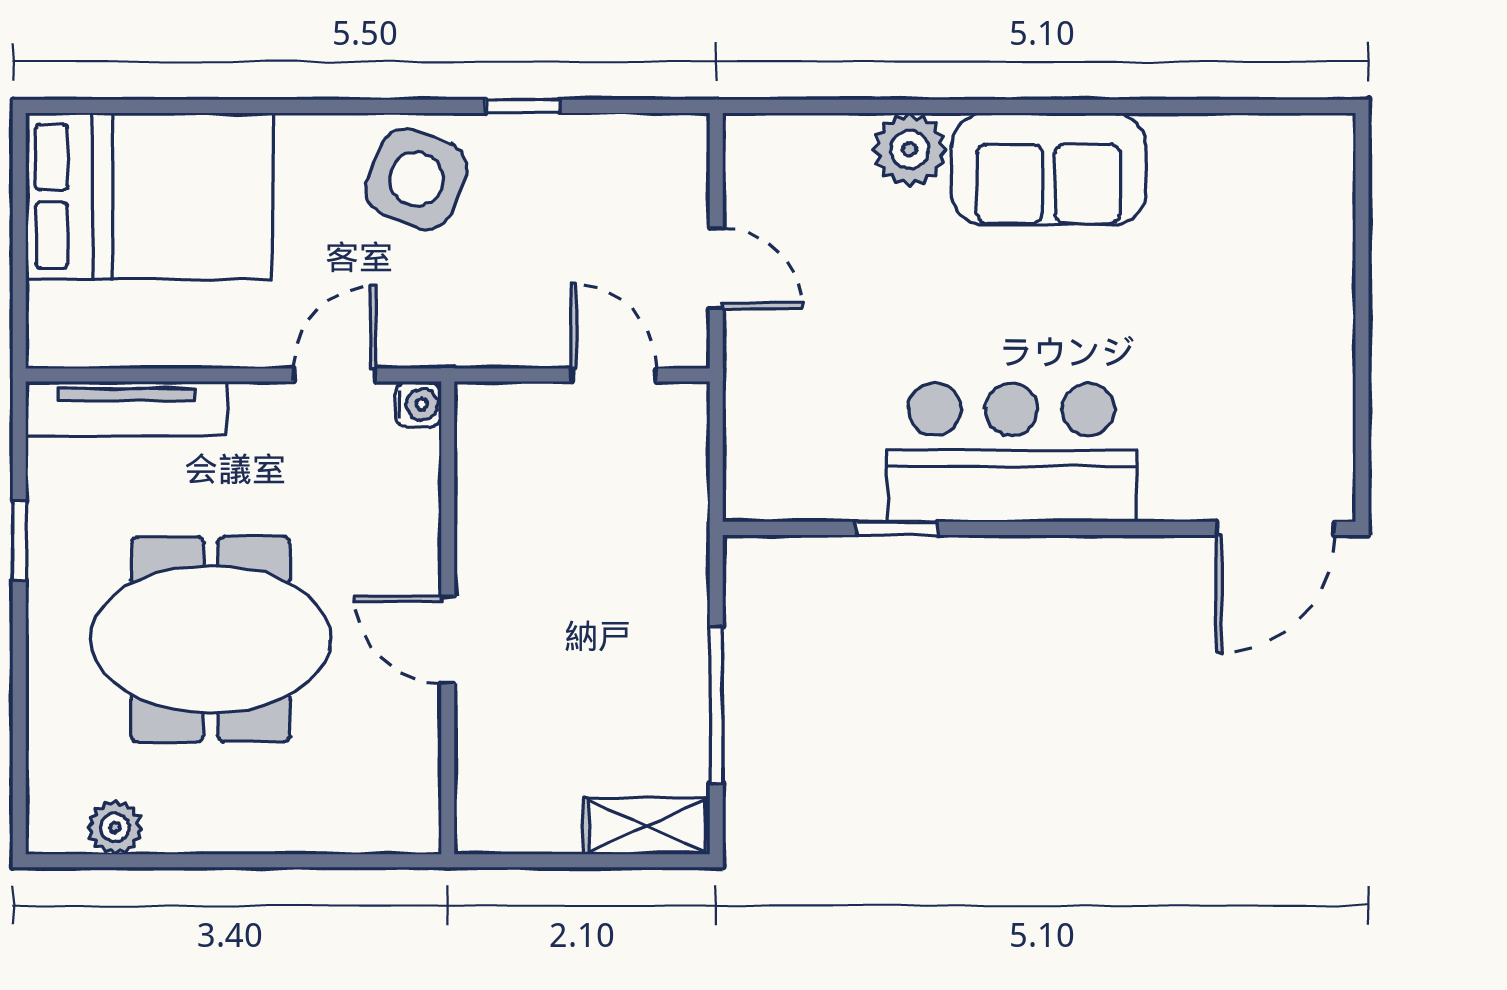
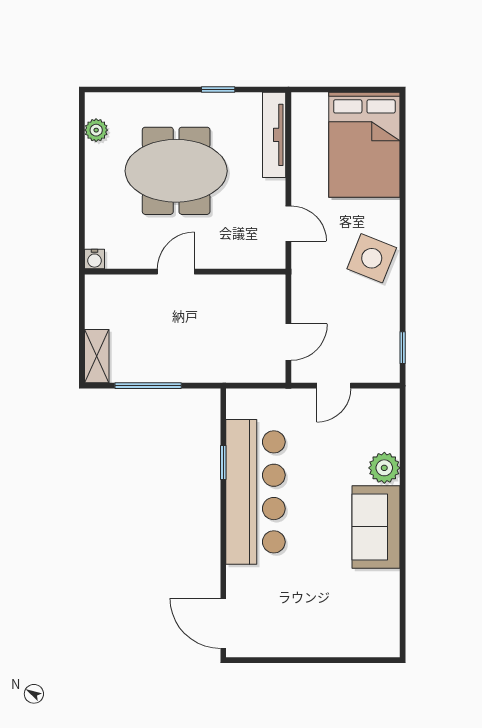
window: (523, 106) -> (403, 348), moved
water cooler: (418, 404) -> (94, 259), moved
bar counter: (1012, 453) -> (255, 492), width x1.36
meeting table: (211, 639) -> (176, 171), turned 90

